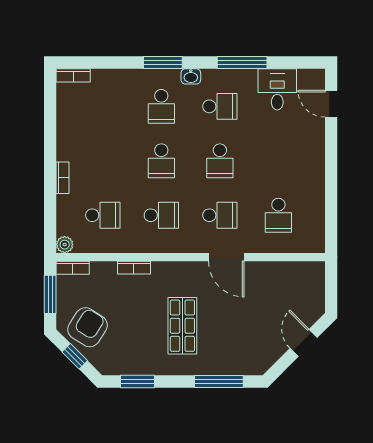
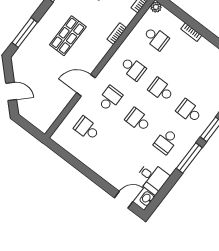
window: (242, 62) -> (189, 158), moved
washbasin: (191, 76) -> (147, 199), moved
school desk: (103, 215) -> (156, 38), turned -90
school desk: (161, 215) -> (133, 68), turned -90
school desk: (220, 215) -> (110, 99), turned 180
shop shelf: (182, 326) -> (68, 36), turned 90

